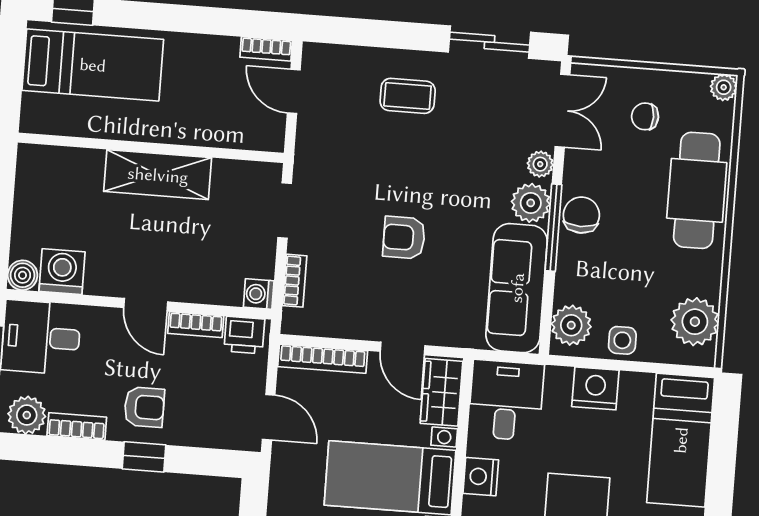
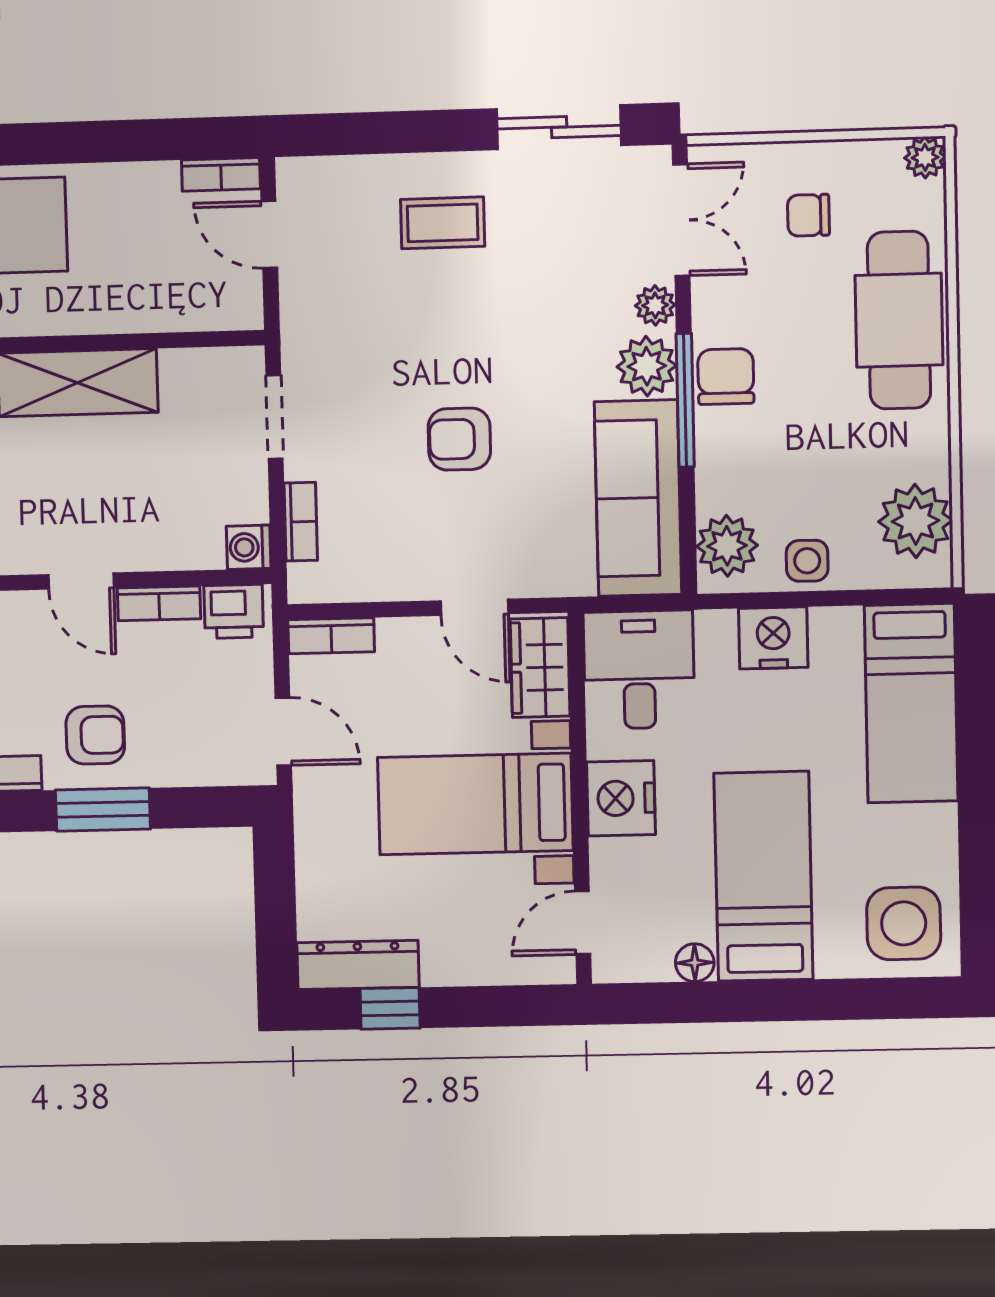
bookcase: (323, 359) -> (331, 636), width x0.64
window: (144, 457) -> (103, 810), width x1.50
nightstand: (481, 477) -> (621, 798), width x1.36, depth x1.33

